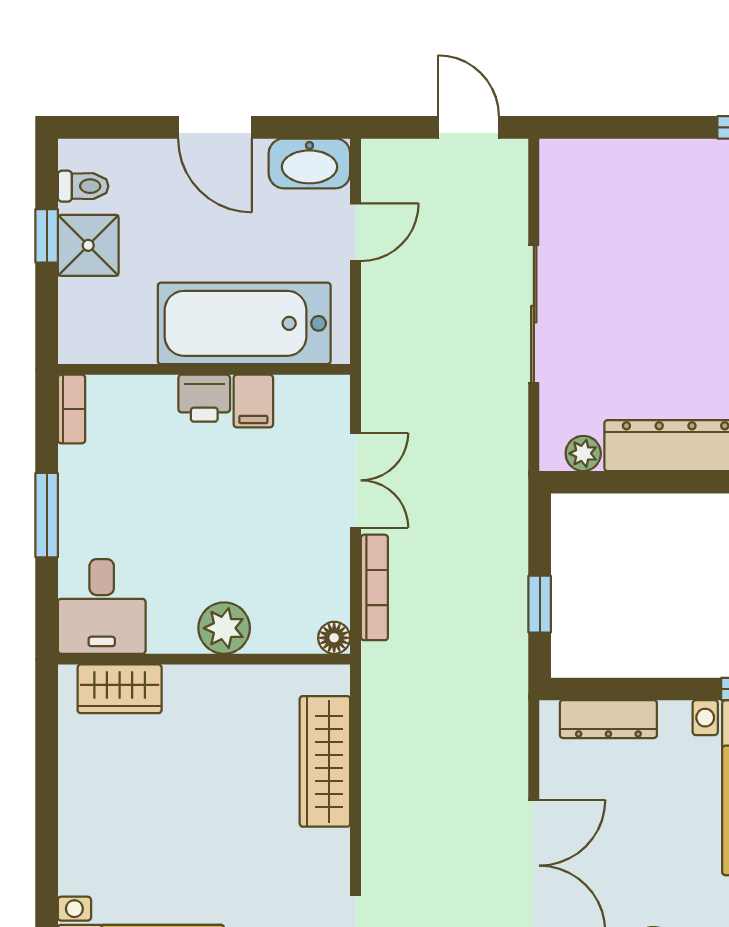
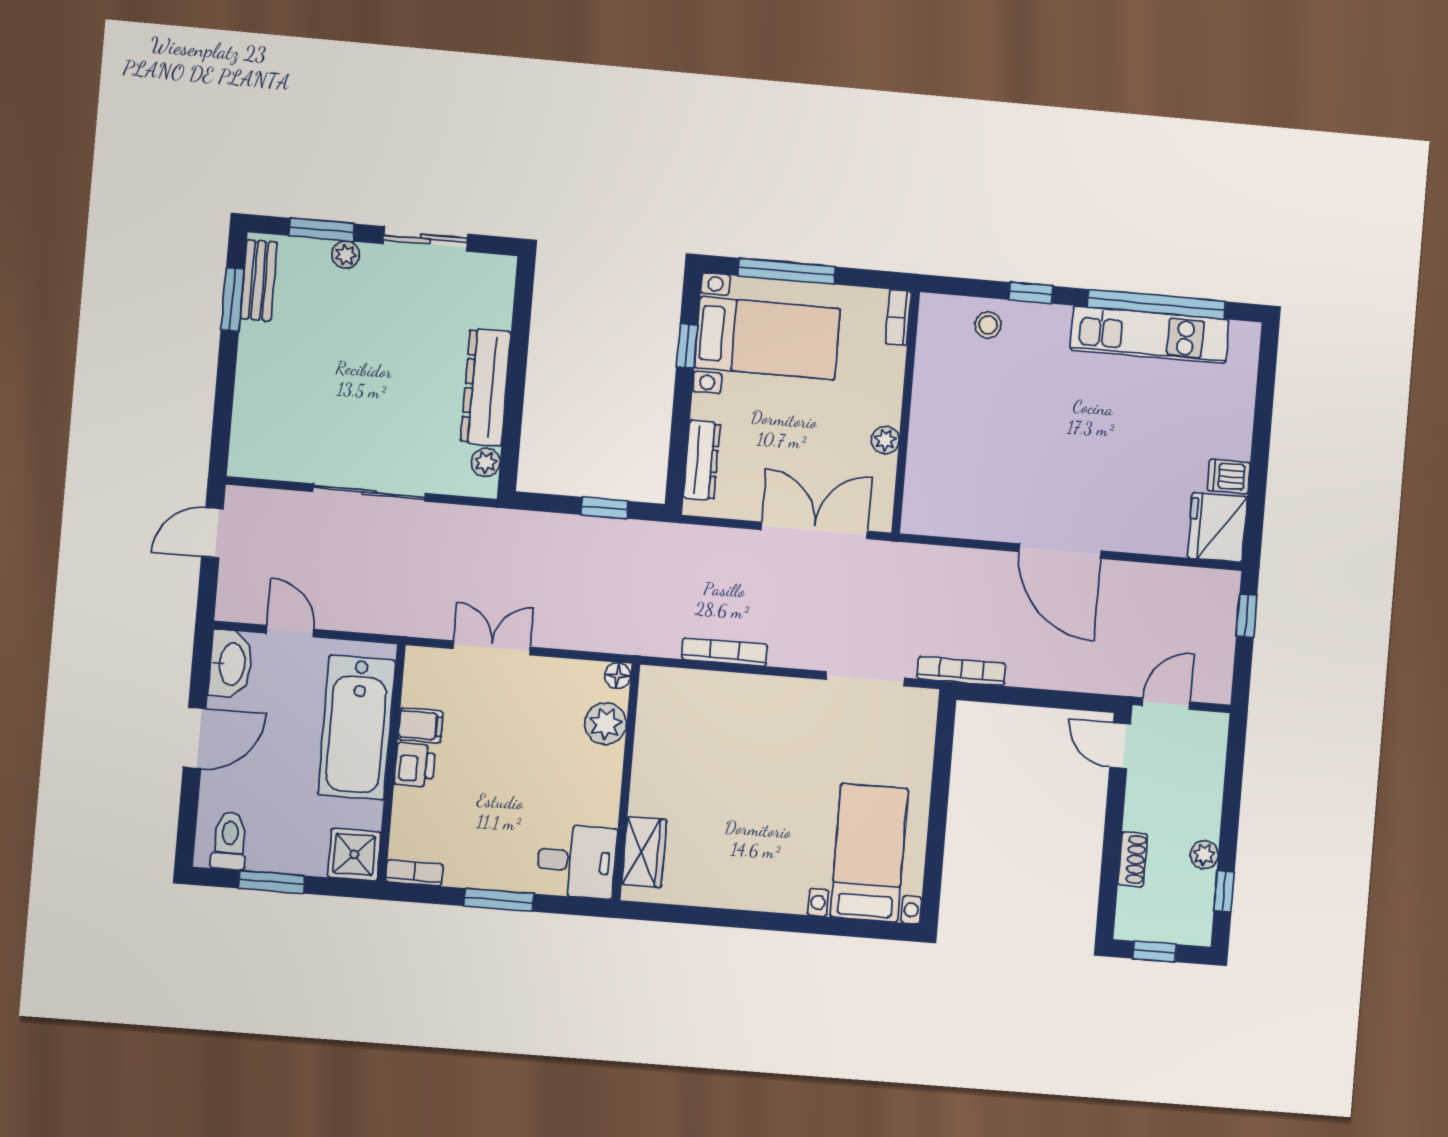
toilet: (83, 186) -> (229, 841), width x1.37, depth x1.39
window: (47, 236) -> (272, 882), width x1.50
shower: (88, 245) -> (354, 855), moved
bookcase: (374, 587) -> (725, 652), moved
plant: (224, 628) -> (606, 724), moved
wardrobe: (325, 761) -> (717, 691), removed

